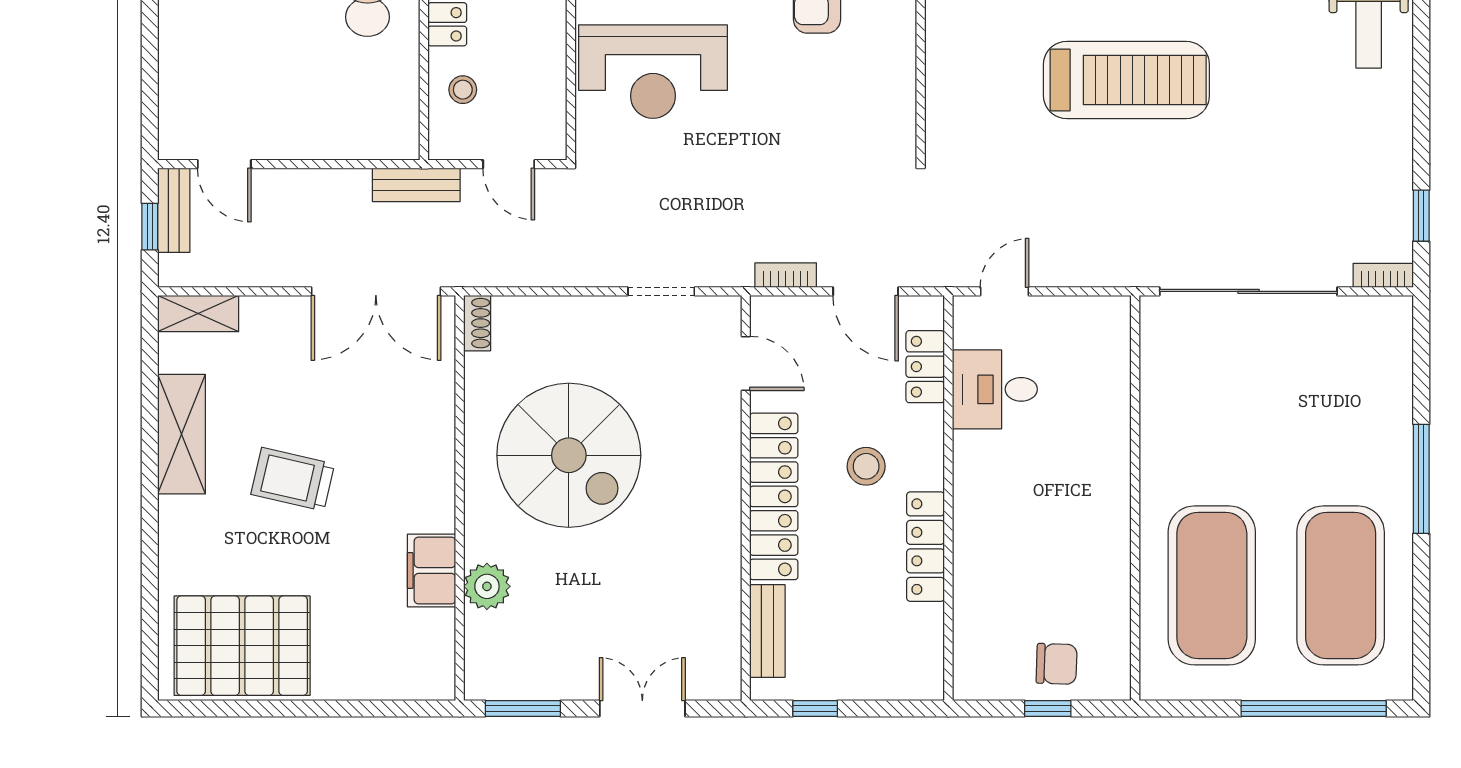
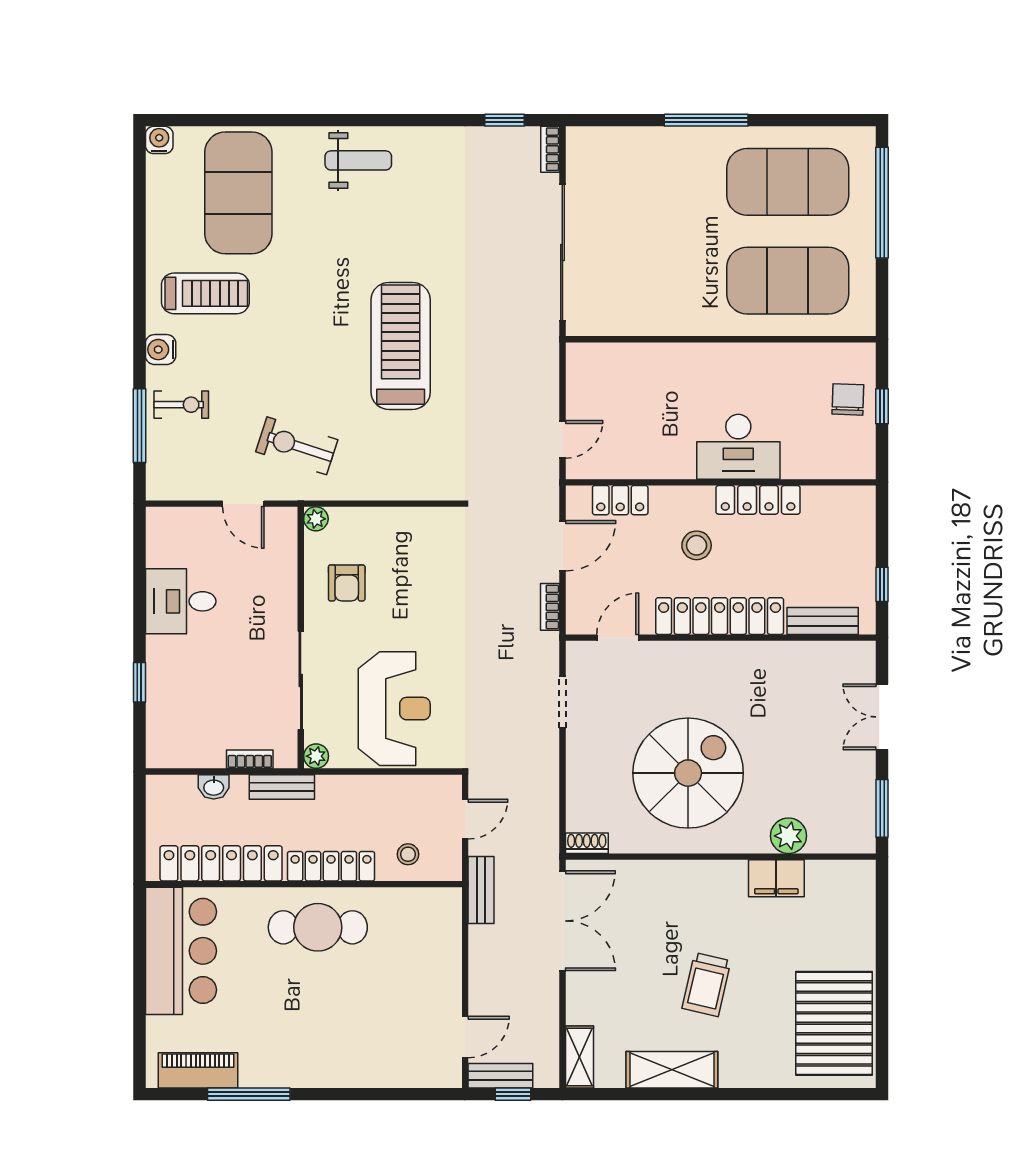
door: (1004, 291) -> (562, 439), swing flipped
desk: (995, 389) -> (738, 447), moved, width x1.37

